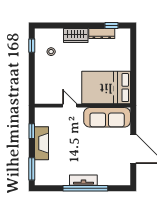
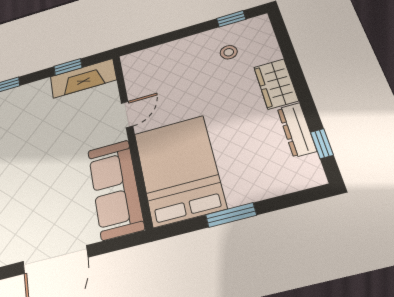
window: (133, 71) -> (231, 215), added
fireplace: (42, 143) -> (83, 78), moved

